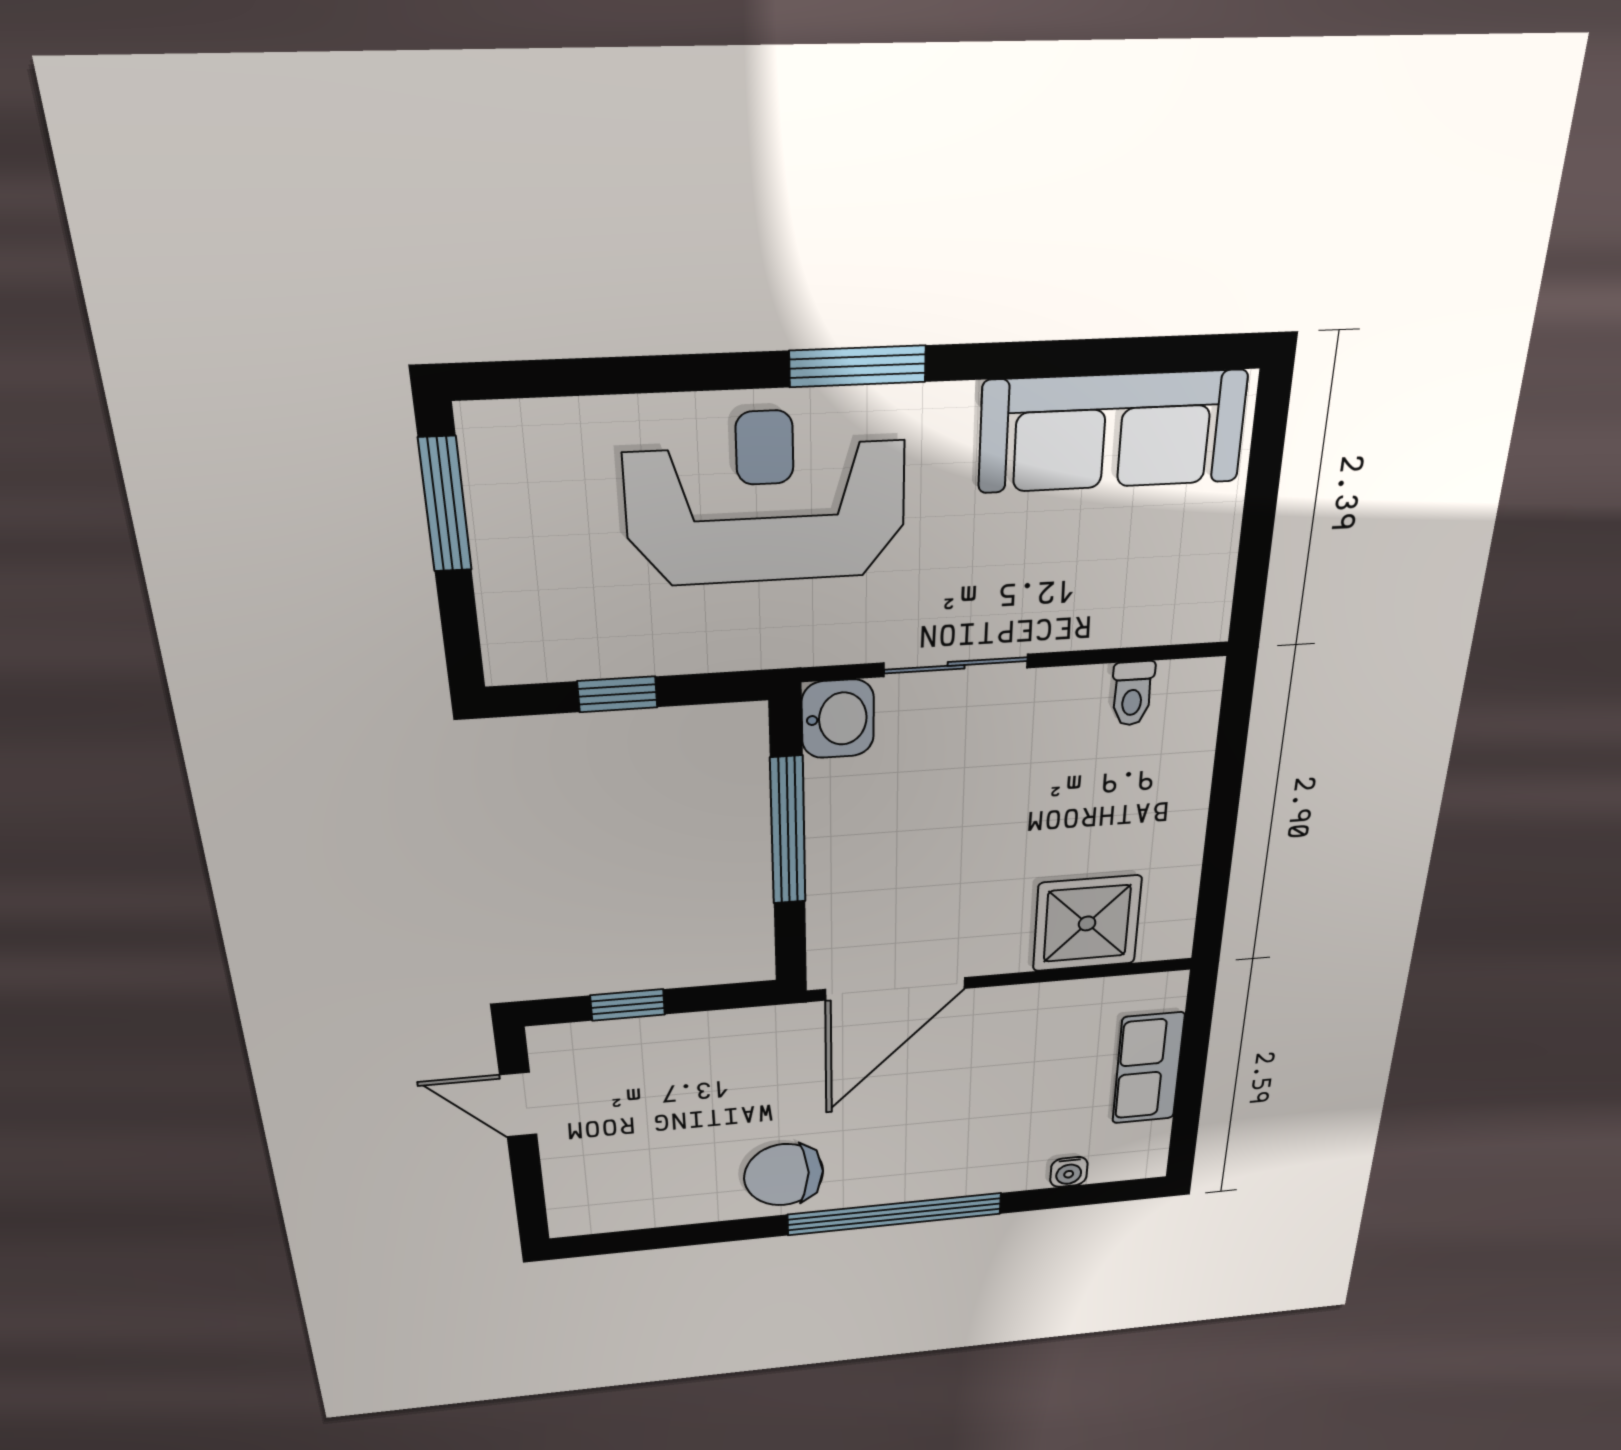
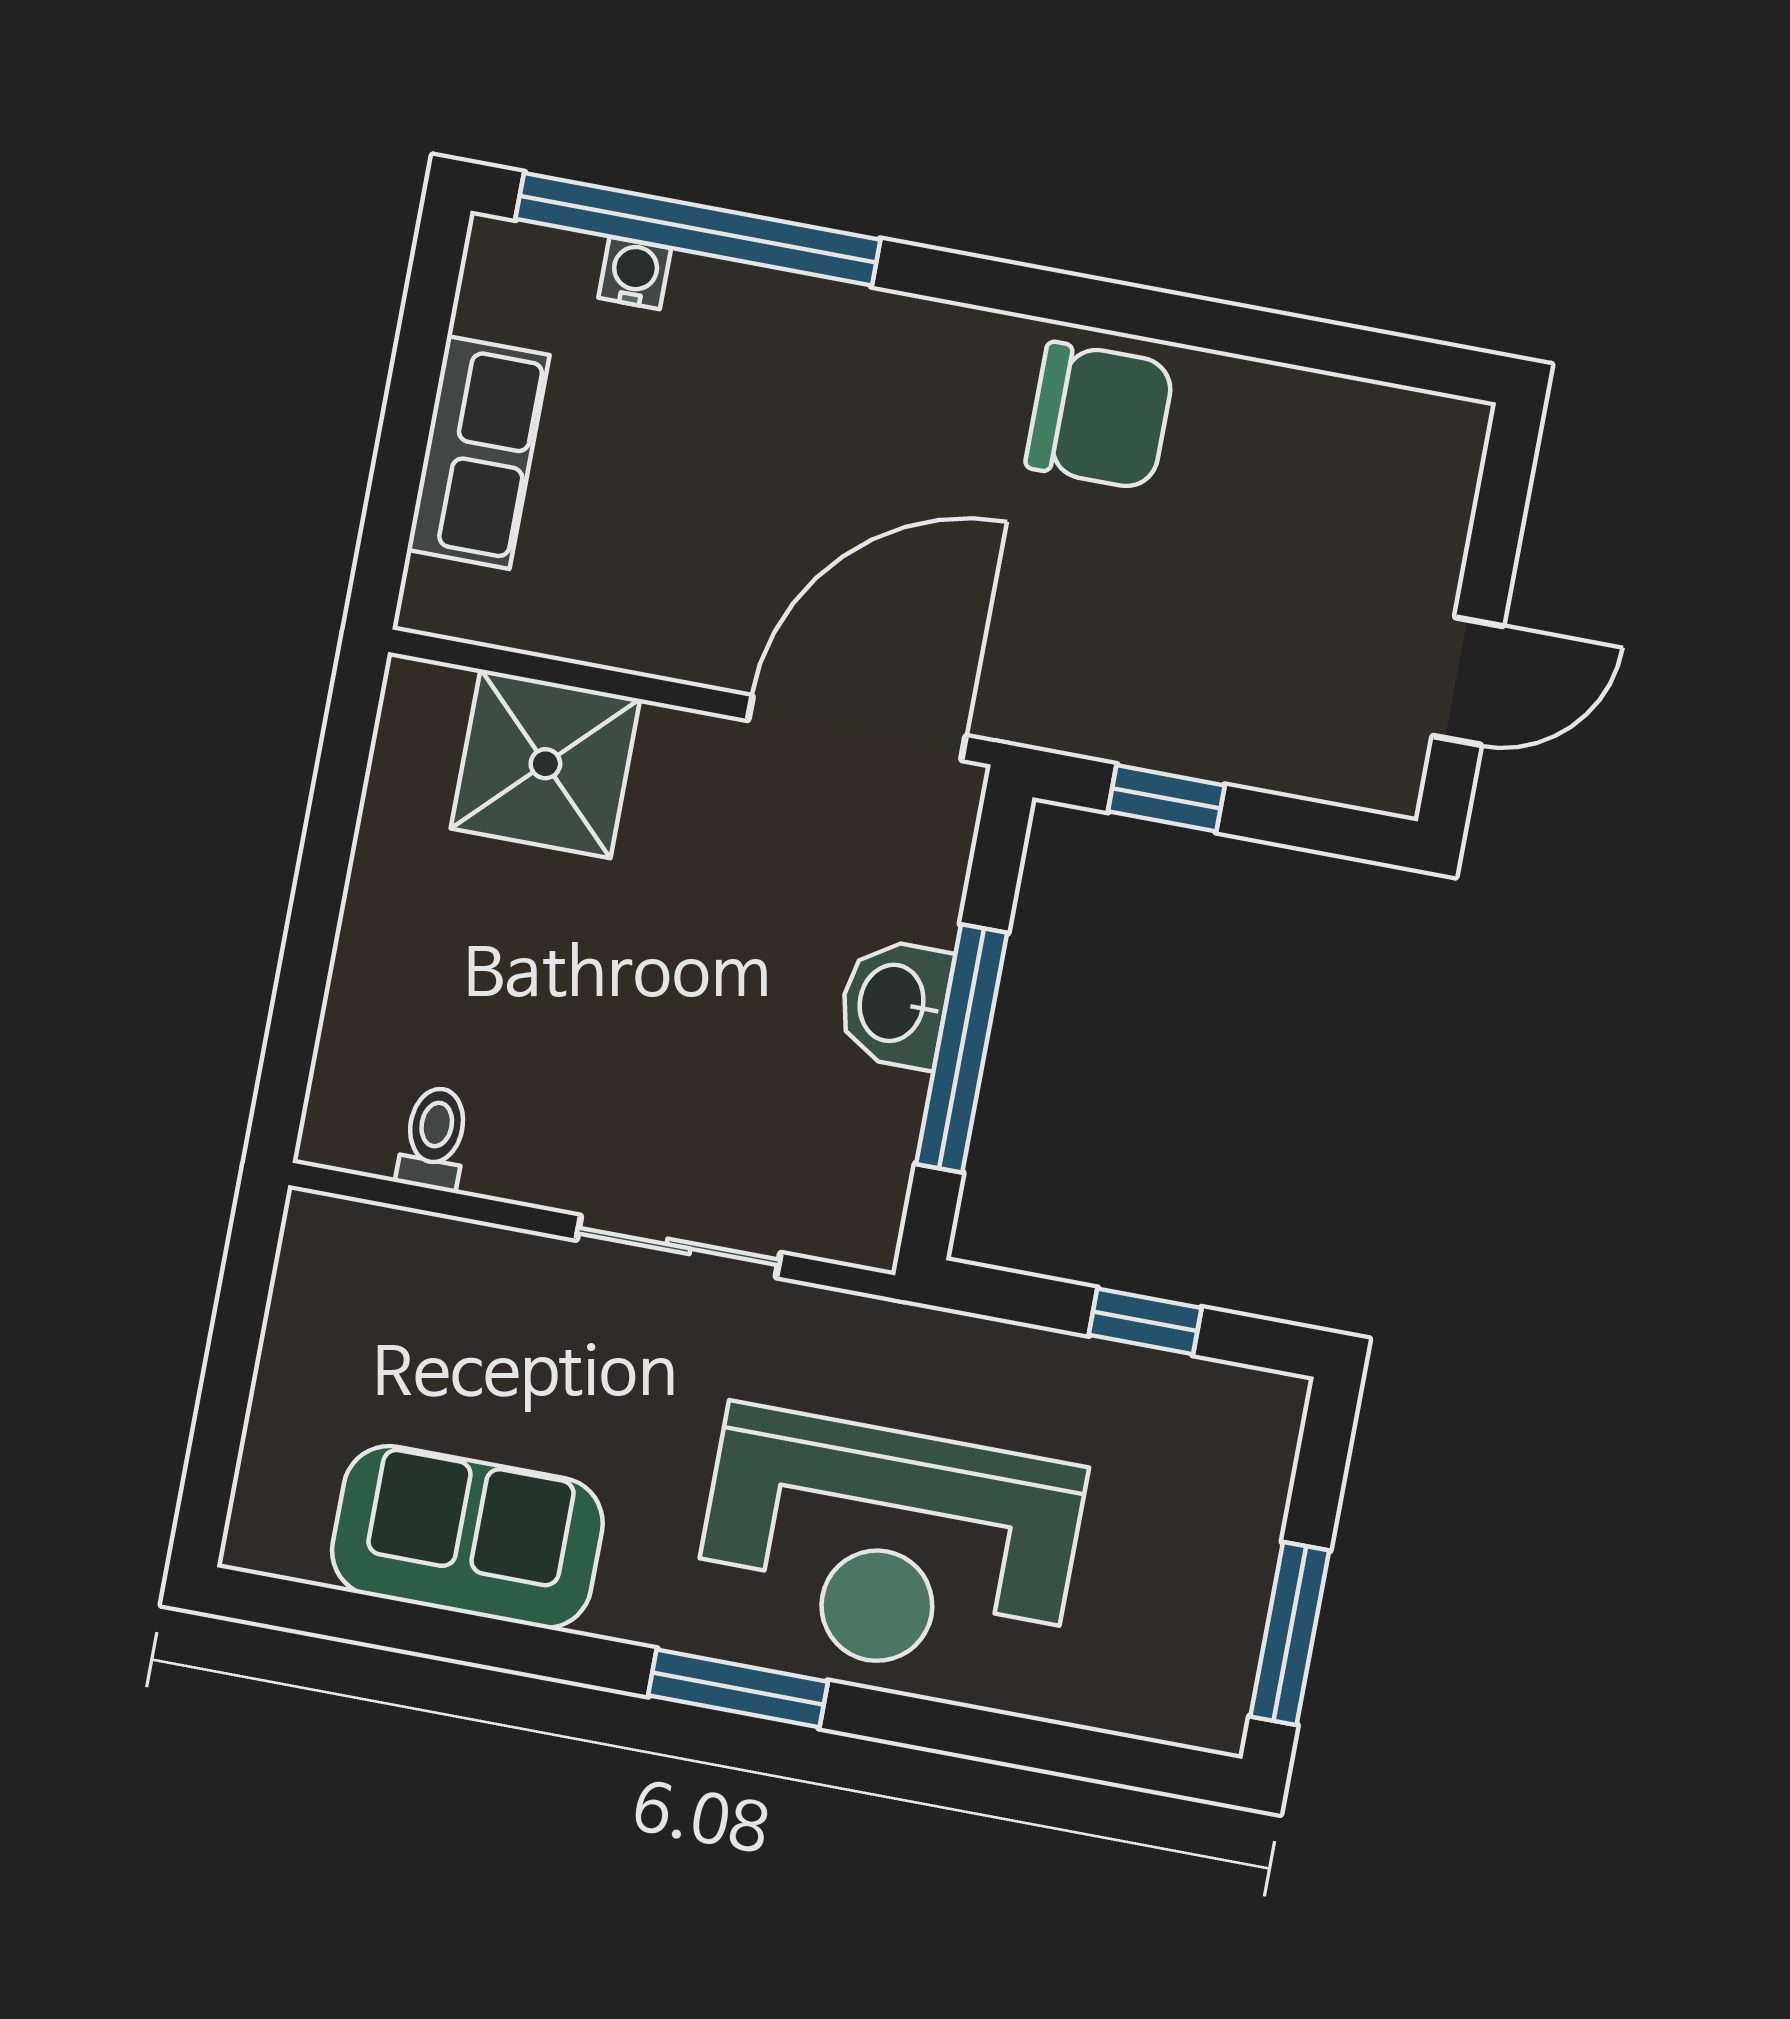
sofa: (1113, 432) -> (467, 1537), width x0.73
washbasin: (838, 719) -> (895, 1003), moved
window: (628, 1005) -> (1166, 798), moved
door: (518, 1105) -> (1468, 681), hinge flipped
window: (895, 1214) -> (698, 229), moved

